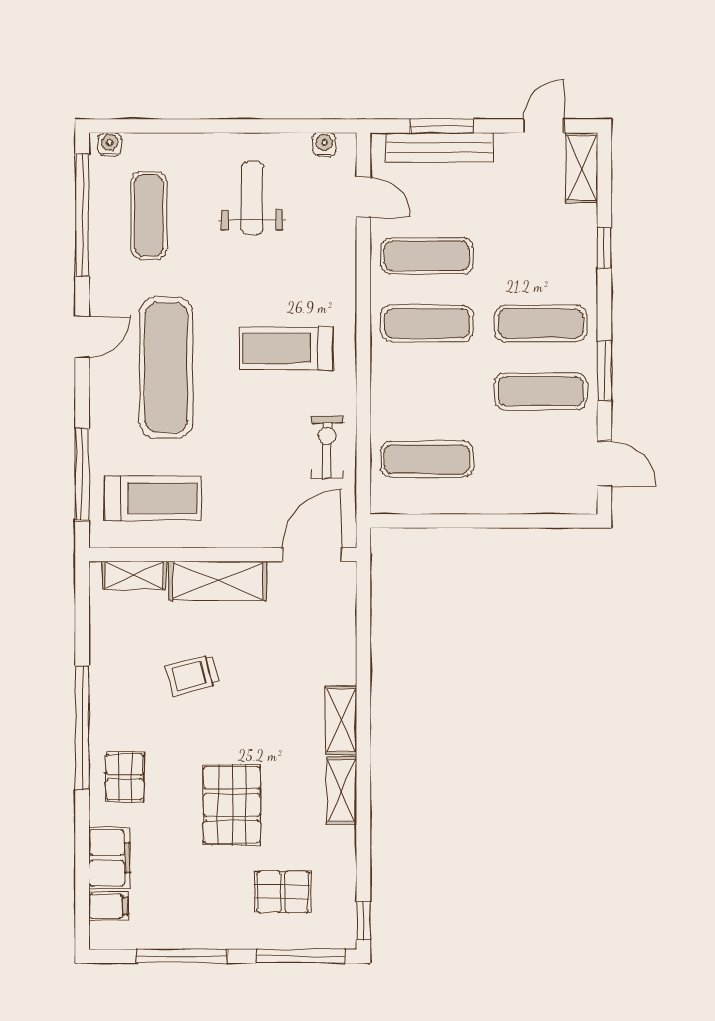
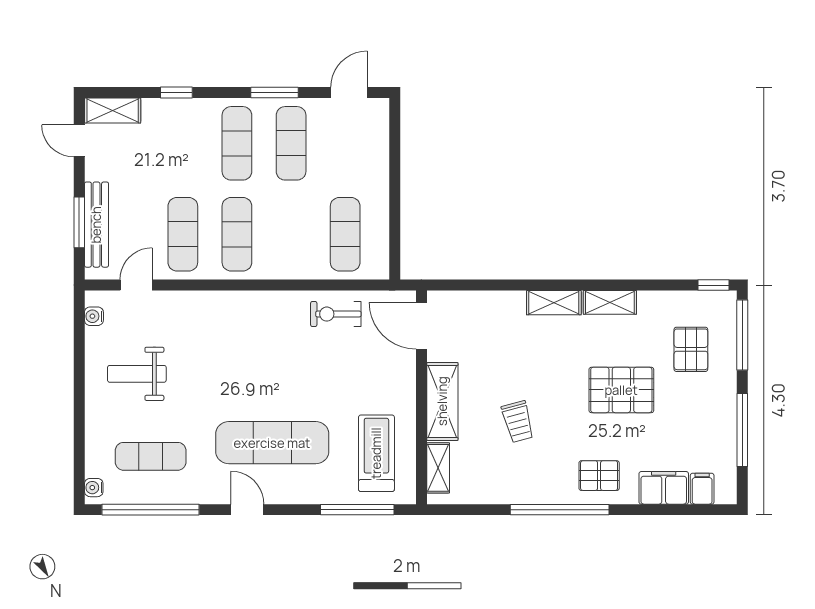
treadmill: (286, 348) -> (257, 347), removed

